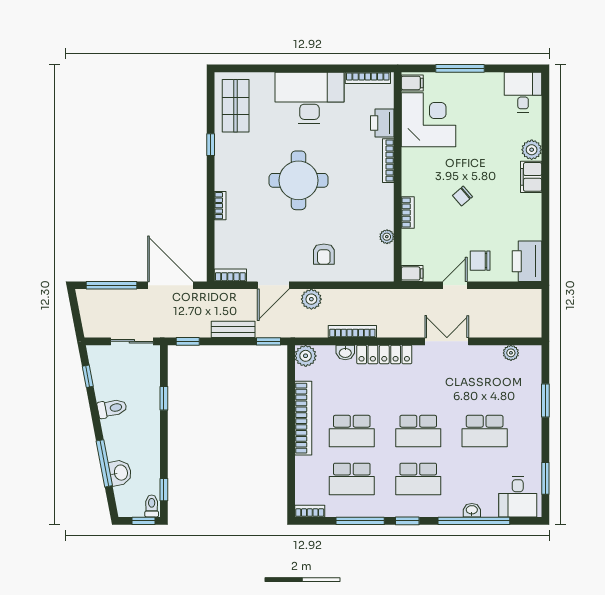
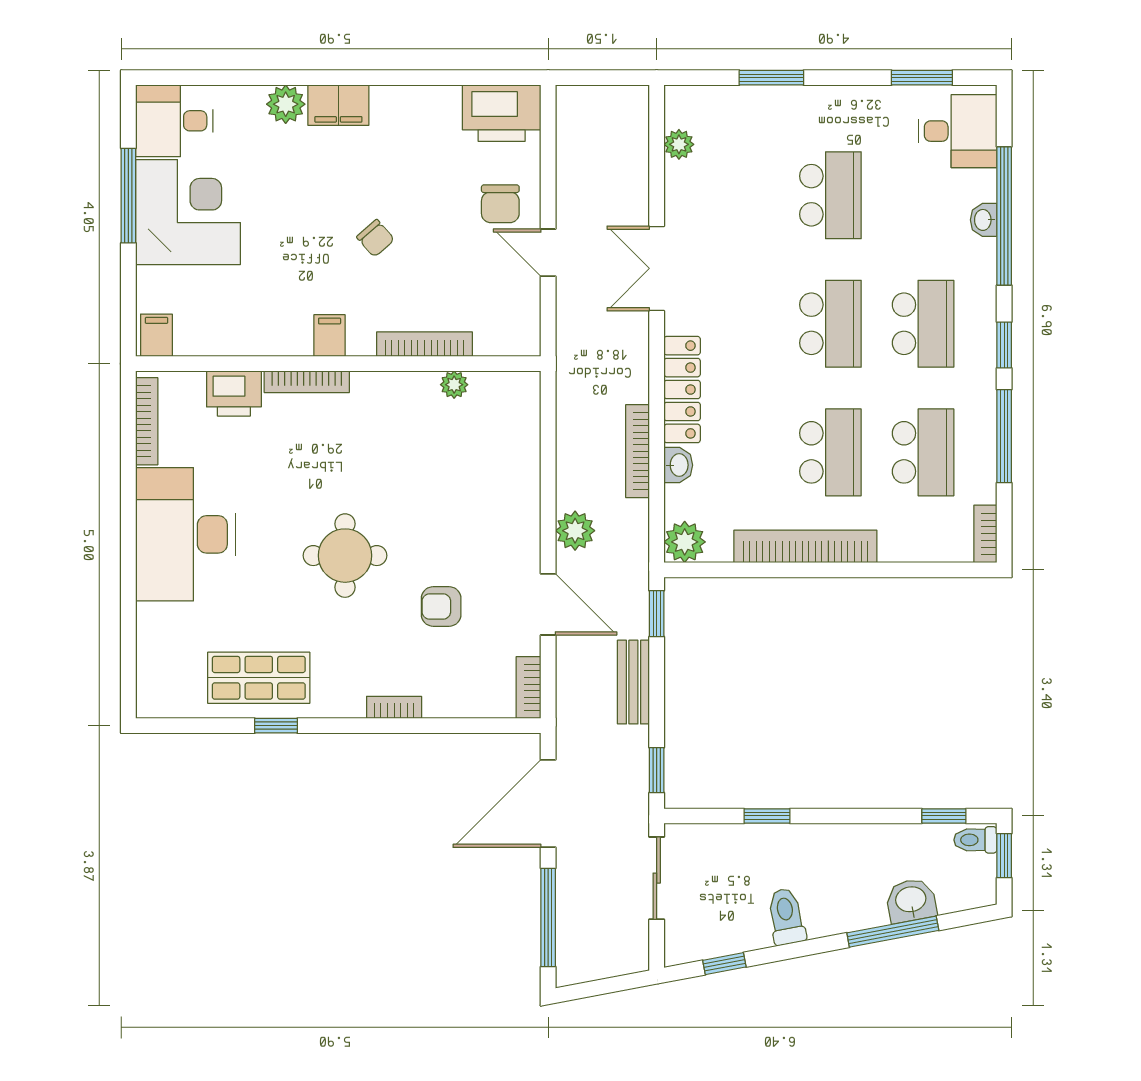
window: (460, 68) -> (128, 196), moved
shop shelf: (236, 106) -> (259, 678), moved
corner desk: (428, 120) -> (188, 212), moved, turned 90
round table: (298, 180) -> (345, 556), width x0.73, depth x0.73
bookcase: (408, 213) -> (425, 344), width x1.56
armchair: (324, 254) -> (441, 606), moved, turned 180
filing cabinet: (412, 273) -> (330, 336), moved

